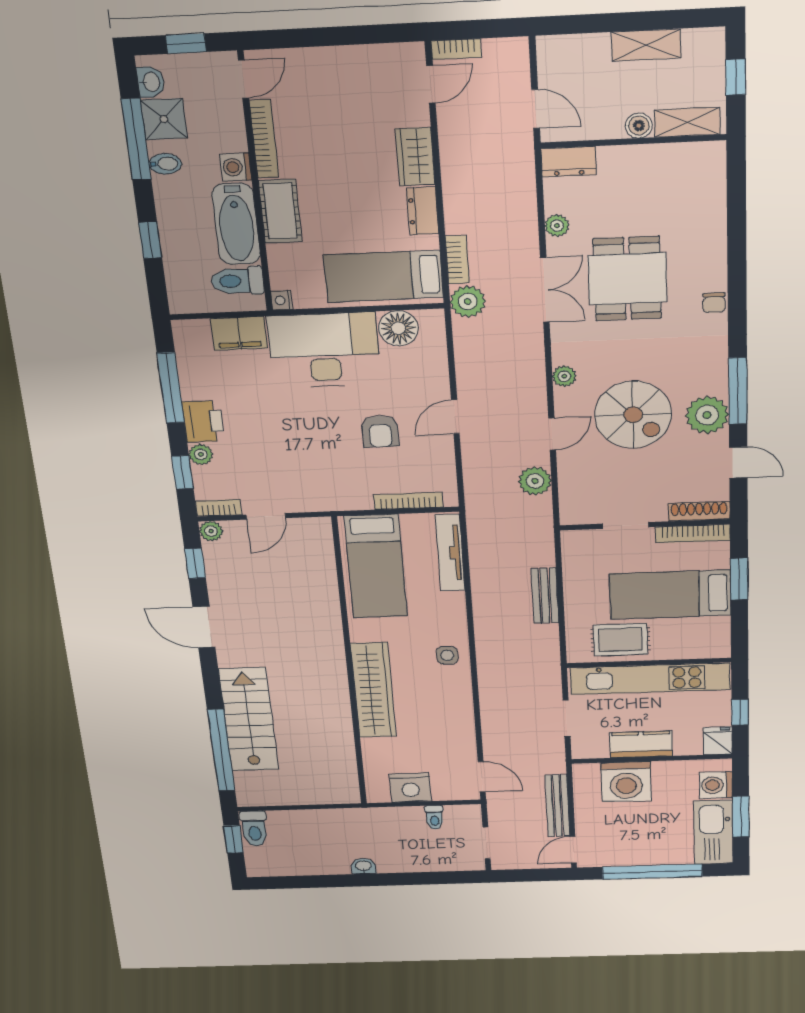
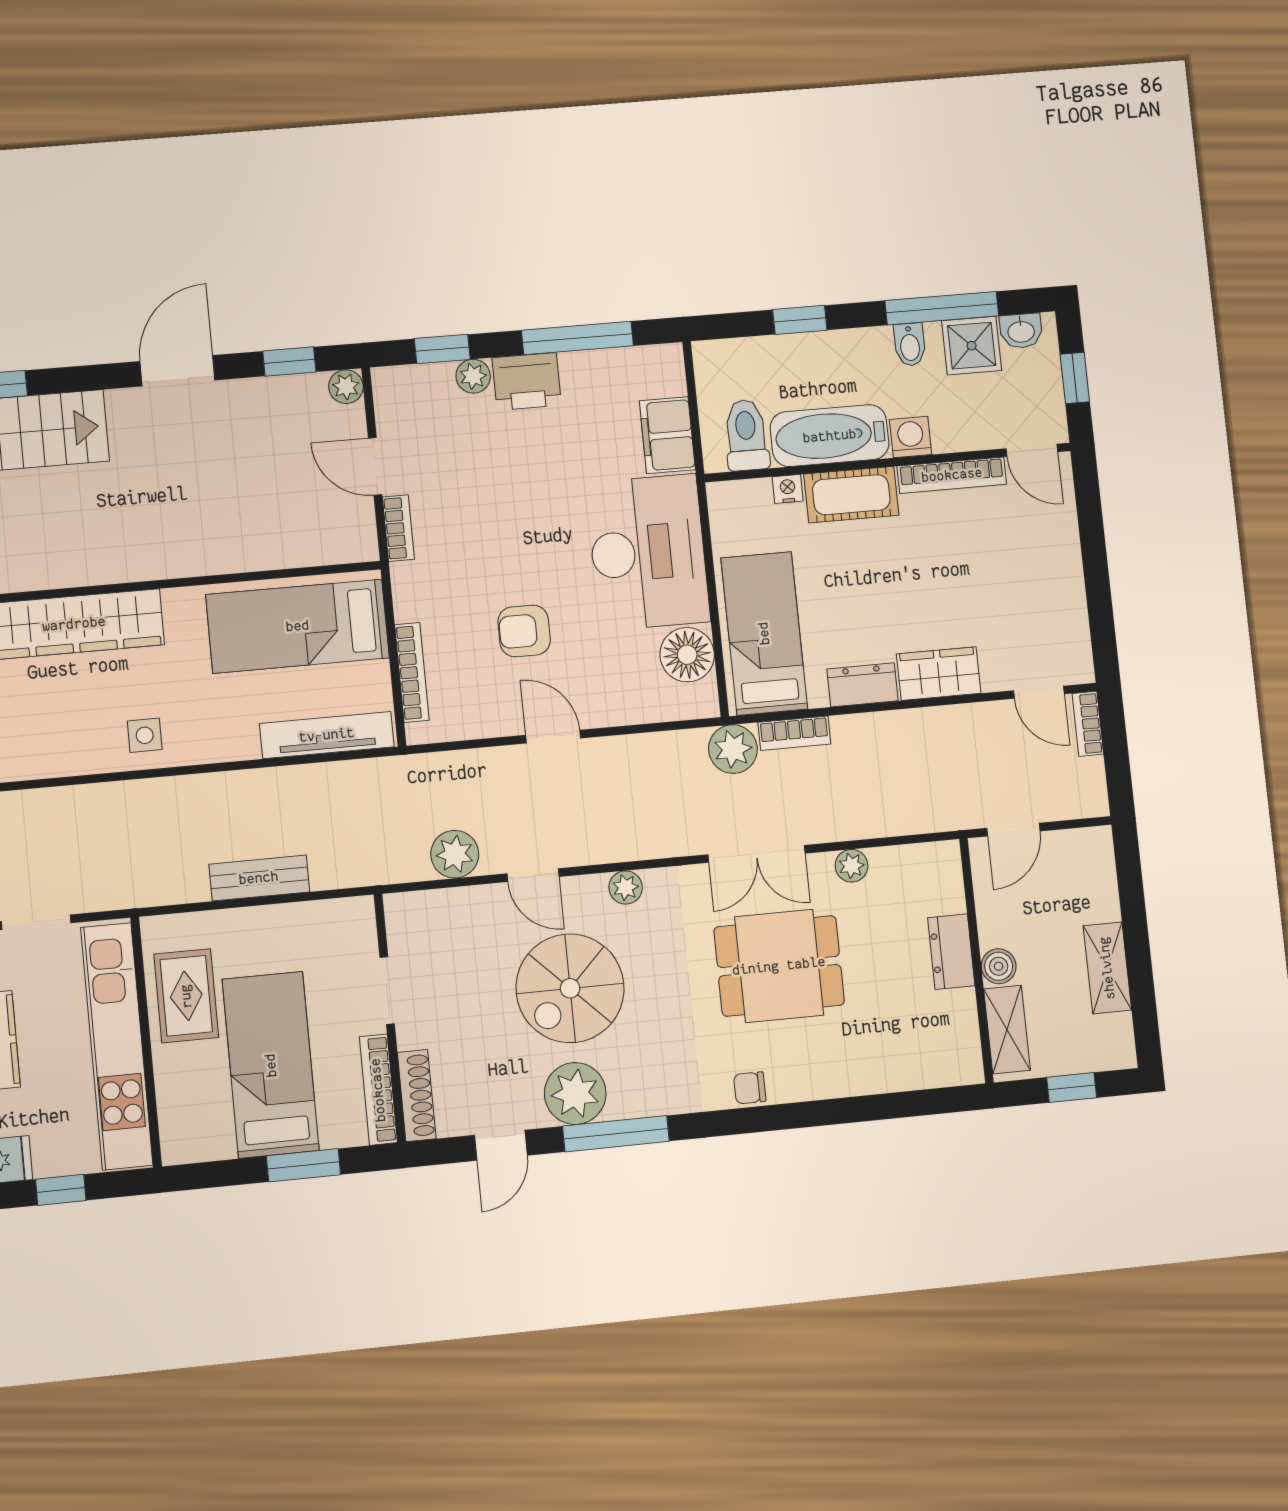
dresser: (569, 162) -> (951, 952), moved
nightstand: (282, 300) -> (788, 489), moved
bookcase: (219, 508) -> (398, 528), moved

